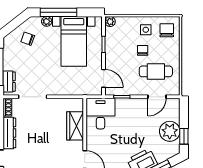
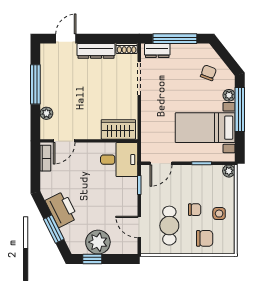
chair: (167, 30) -> (205, 238), moved
wardrobe: (75, 126) -> (118, 129), moved

